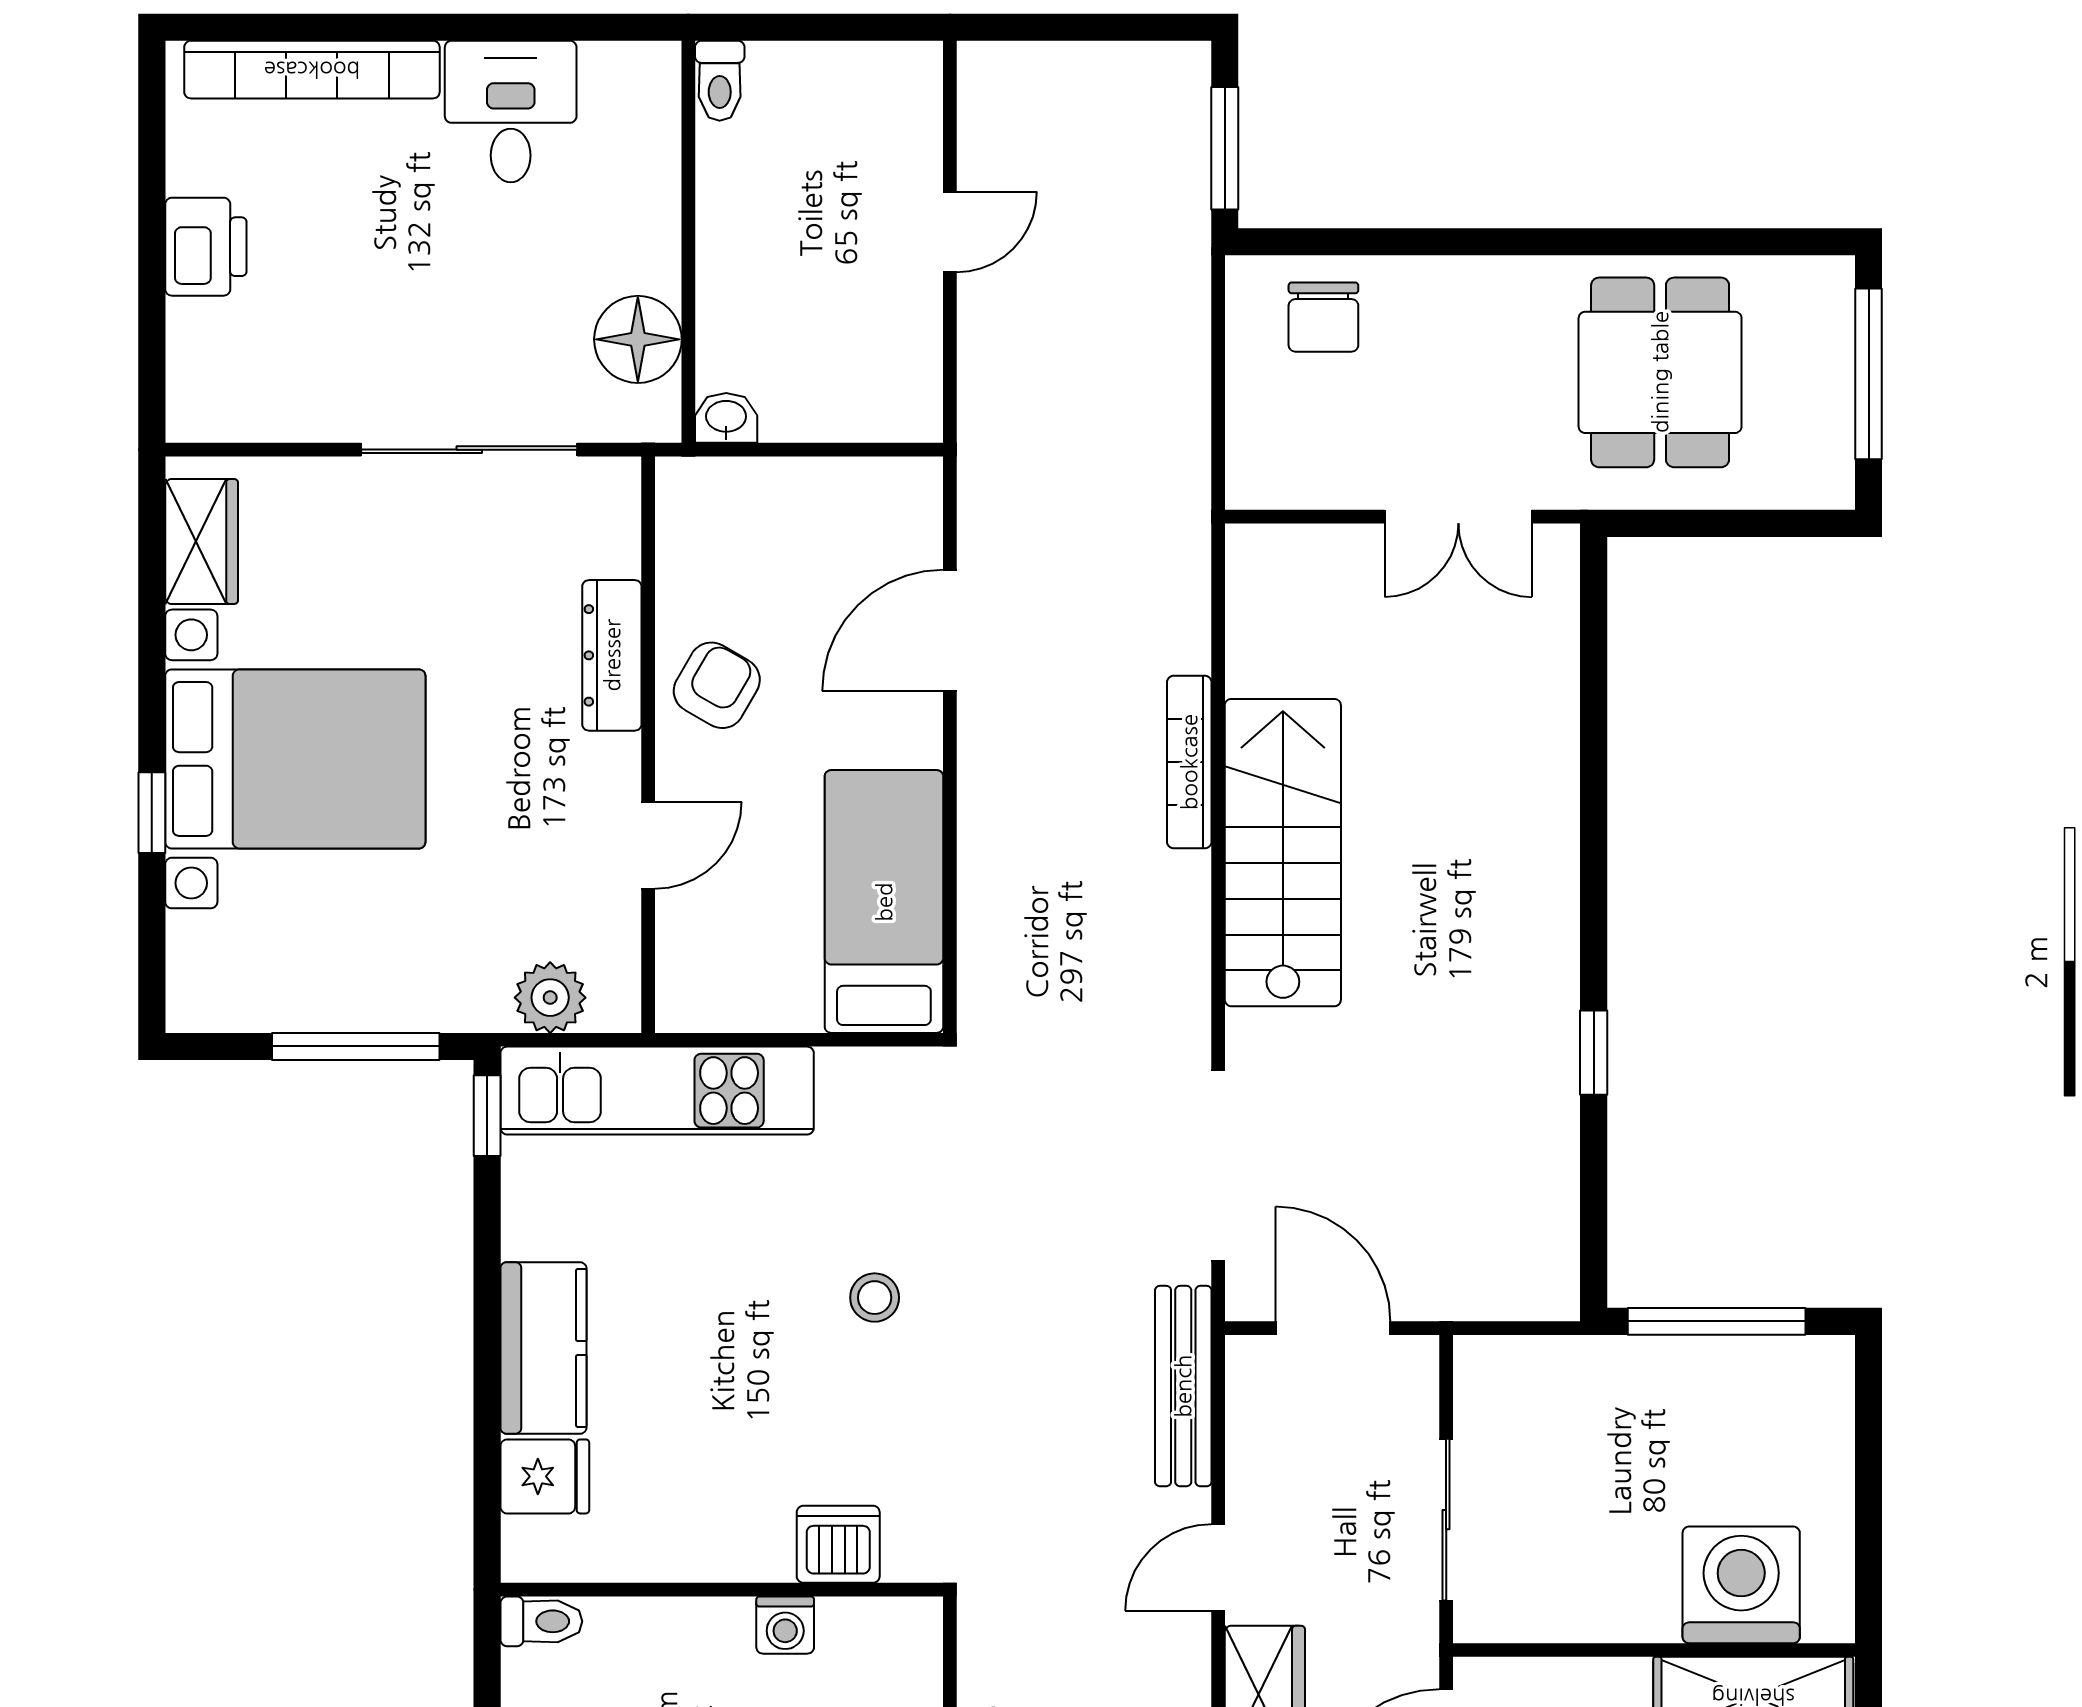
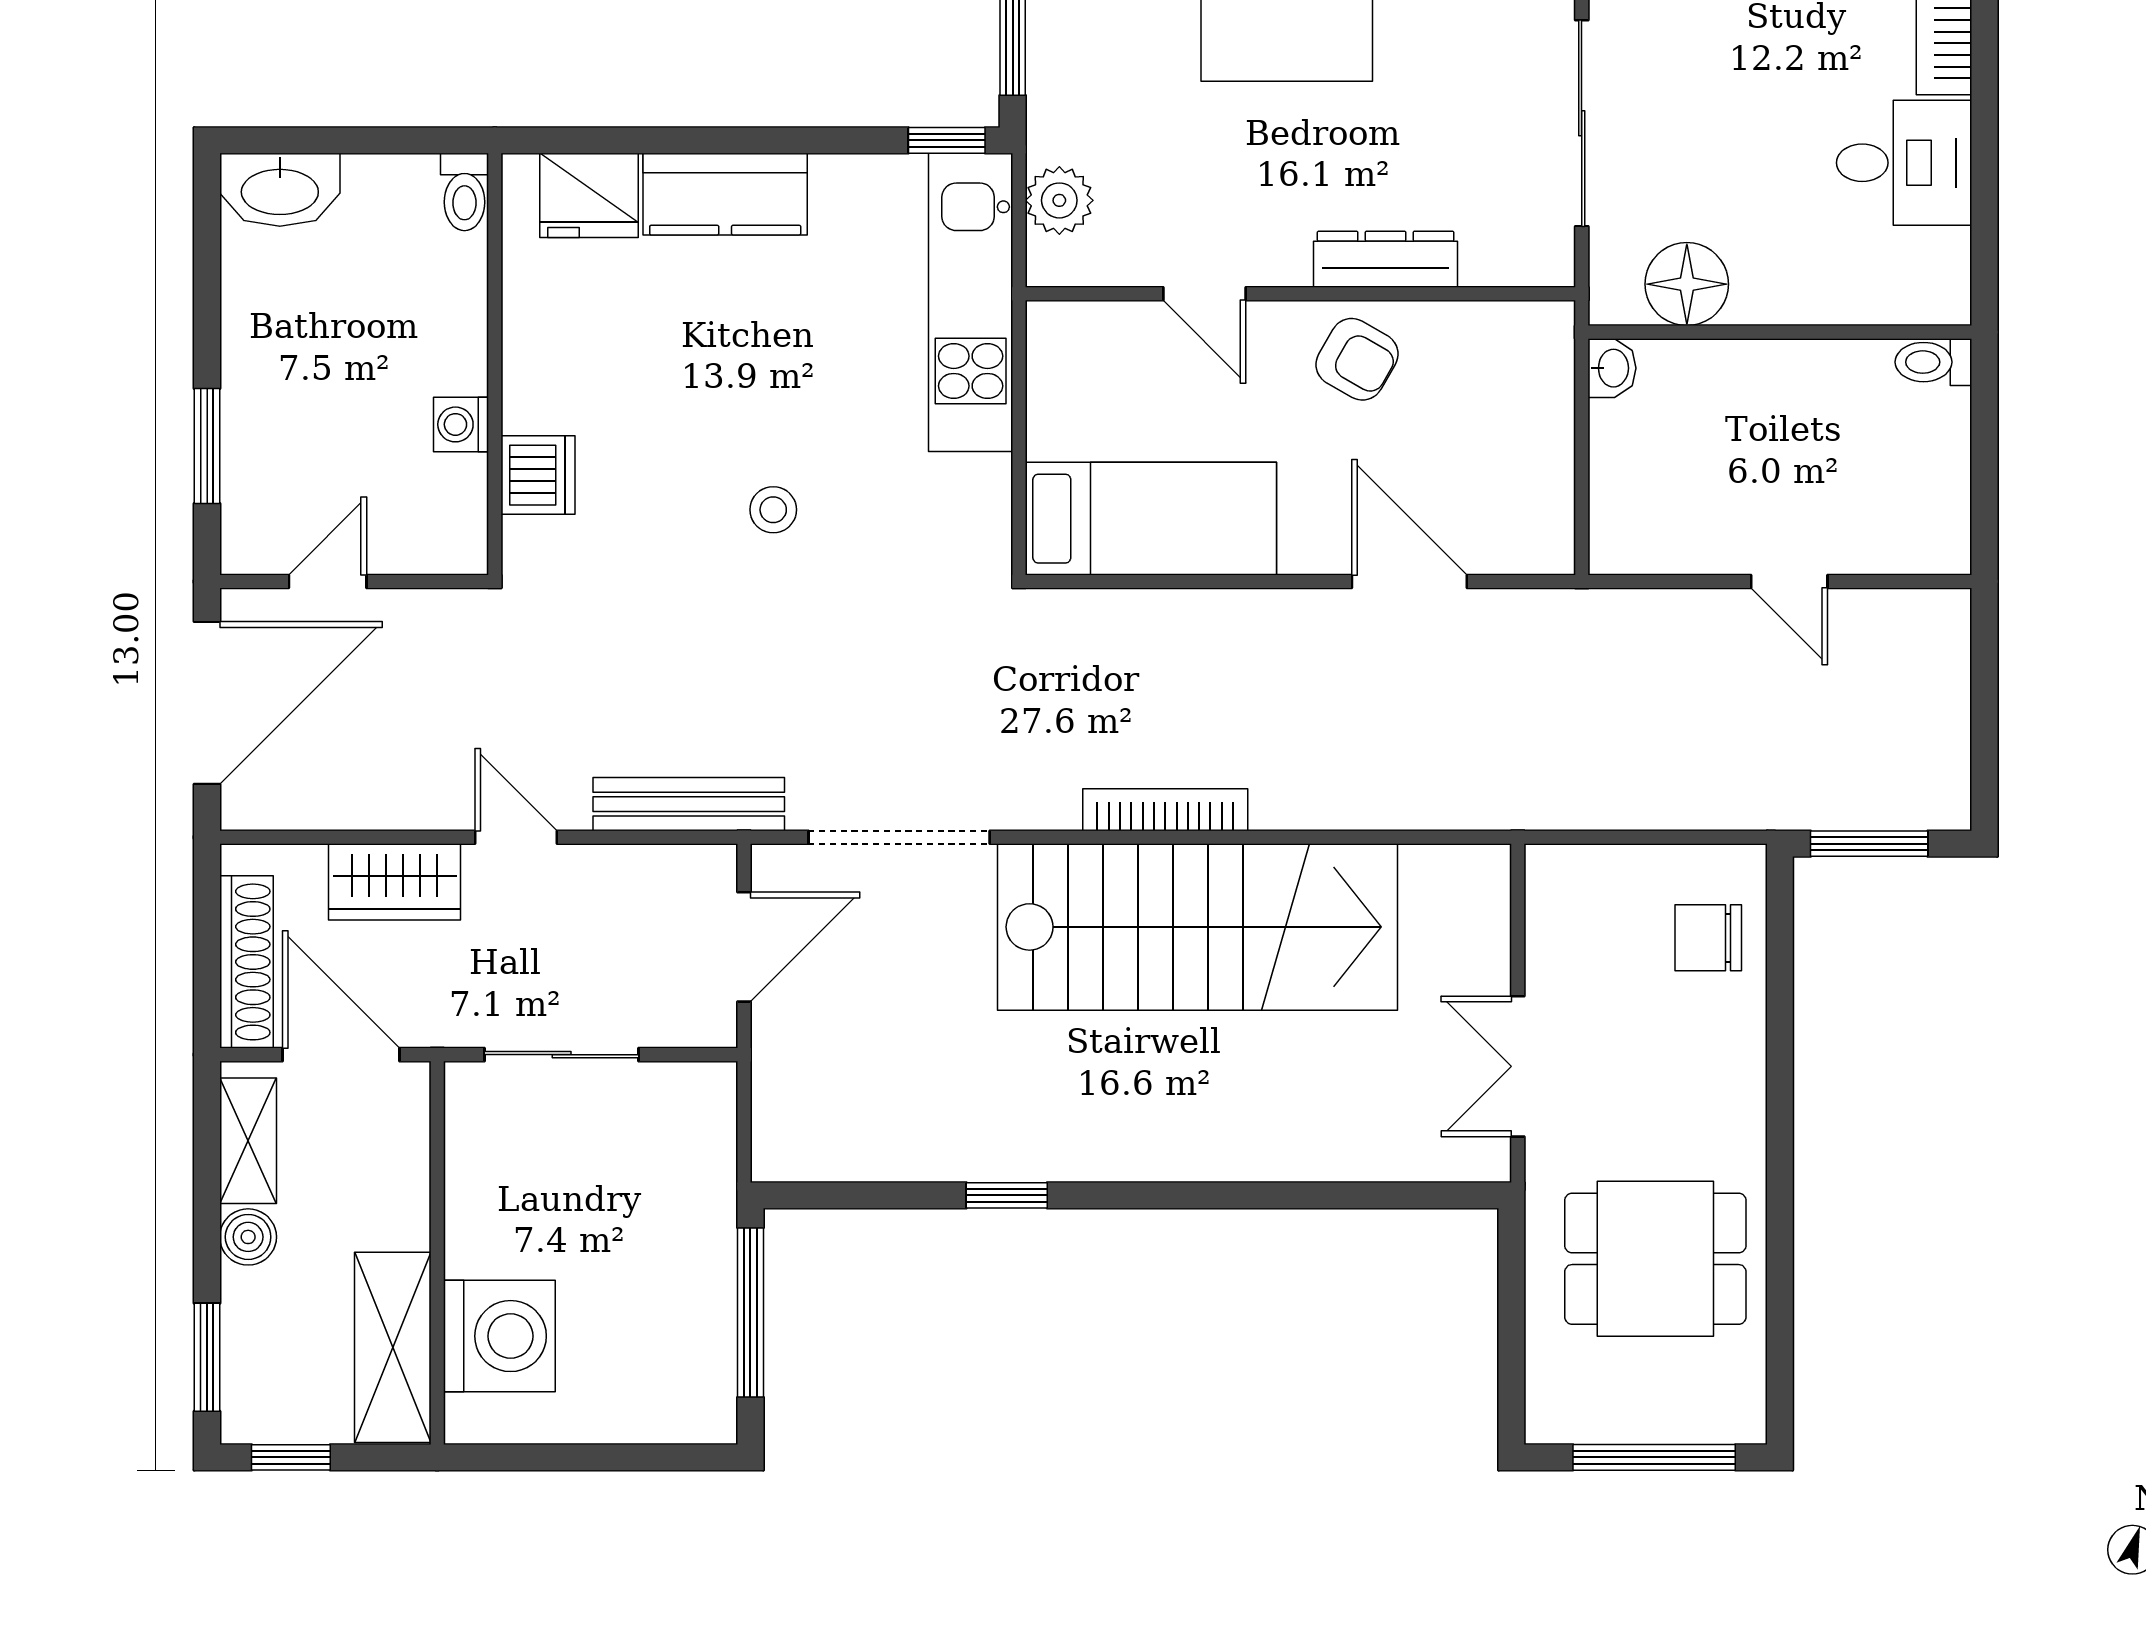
bookcase: (1189, 762) -> (1165, 810), moved
stairs: (1283, 853) -> (1198, 927), width x1.36, depth x1.51
fridge: (545, 1476) -> (589, 195), width x1.38

